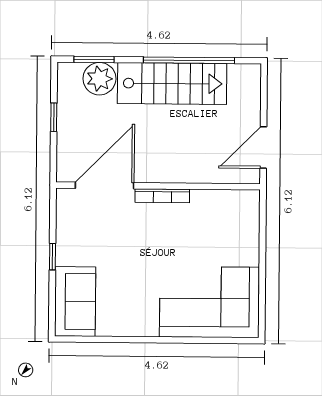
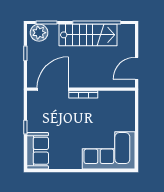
plant: (99, 79) -> (39, 33), moved

